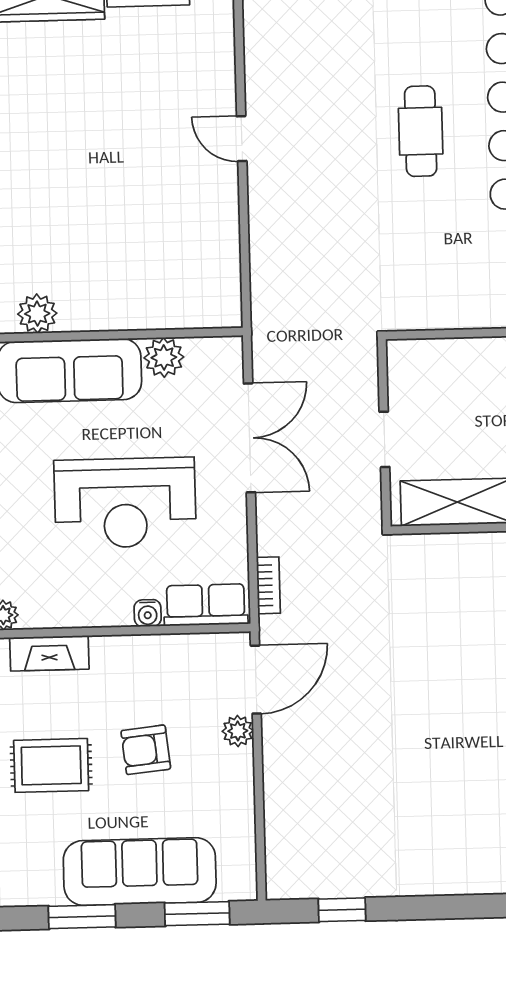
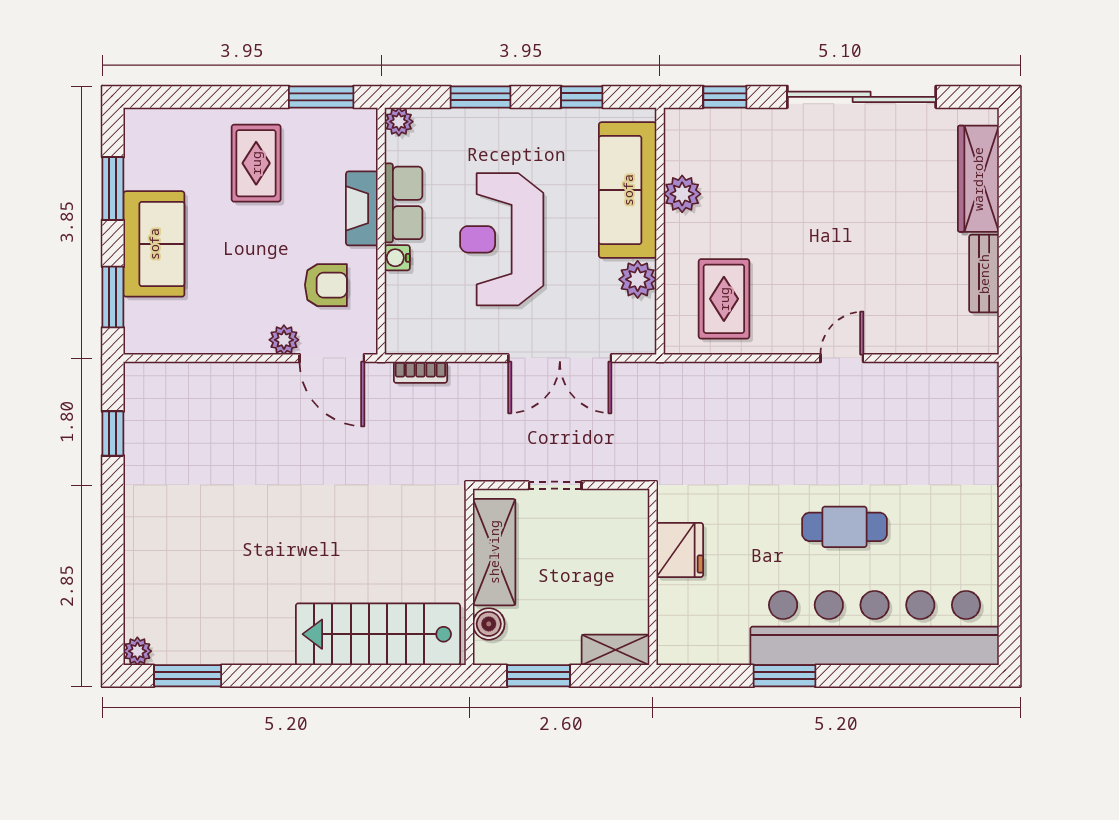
rug: (182, 265) -> (724, 299), added
fridge: (450, 305) -> (680, 550), added
plant: (37, 314) -> (682, 194), moved
row of seats: (206, 605) -> (404, 203), moved
fireplace: (49, 653) -> (362, 208), moved
armchair: (146, 750) -> (326, 285), moved, turned 96
sofa: (140, 872) -> (154, 244), width x0.73

